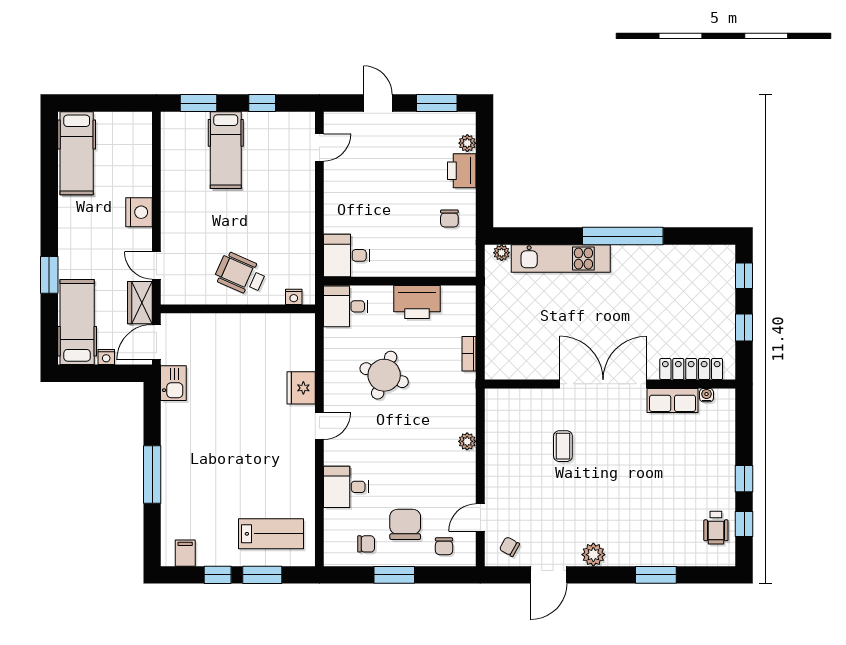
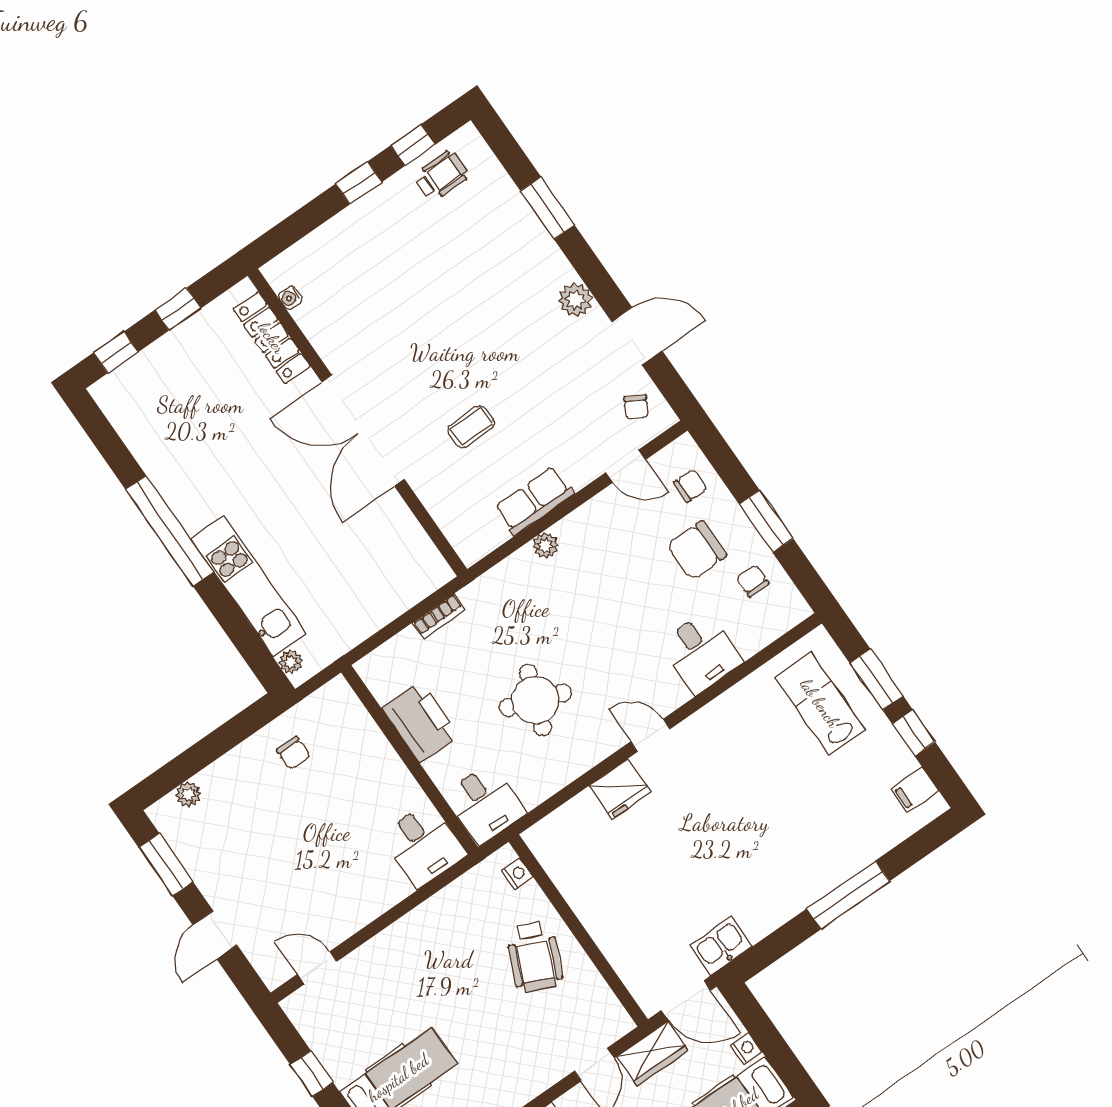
printer: (462, 171) -> (226, 778), removed
chair: (449, 218) -> (293, 753), turned 90
row of seats: (673, 400) -> (534, 501), moved, turned -90

